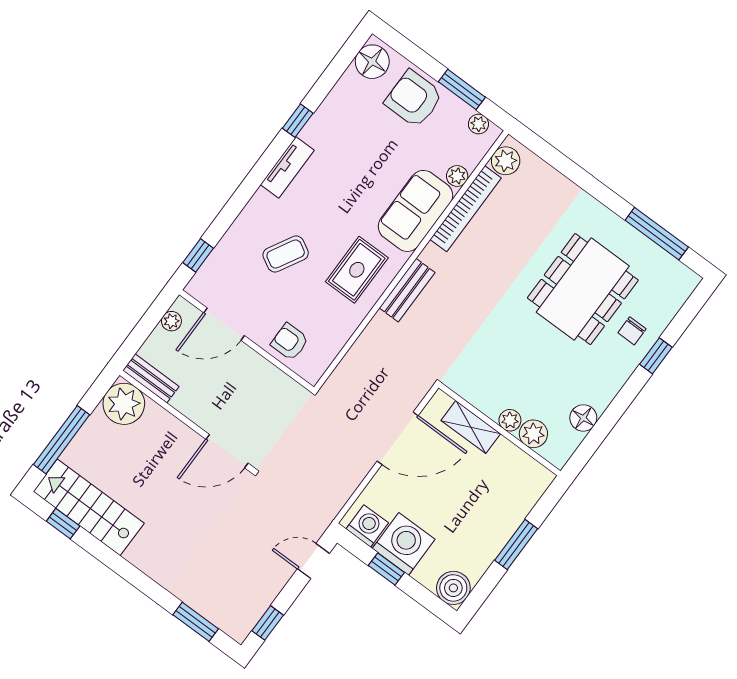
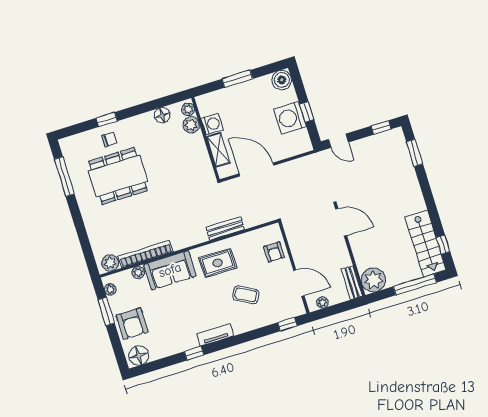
bench: (407, 290) -> (225, 228), moved
plant: (510, 420) -> (188, 109), moved
washing machine: (367, 526) -> (212, 124), moved, turned 180

